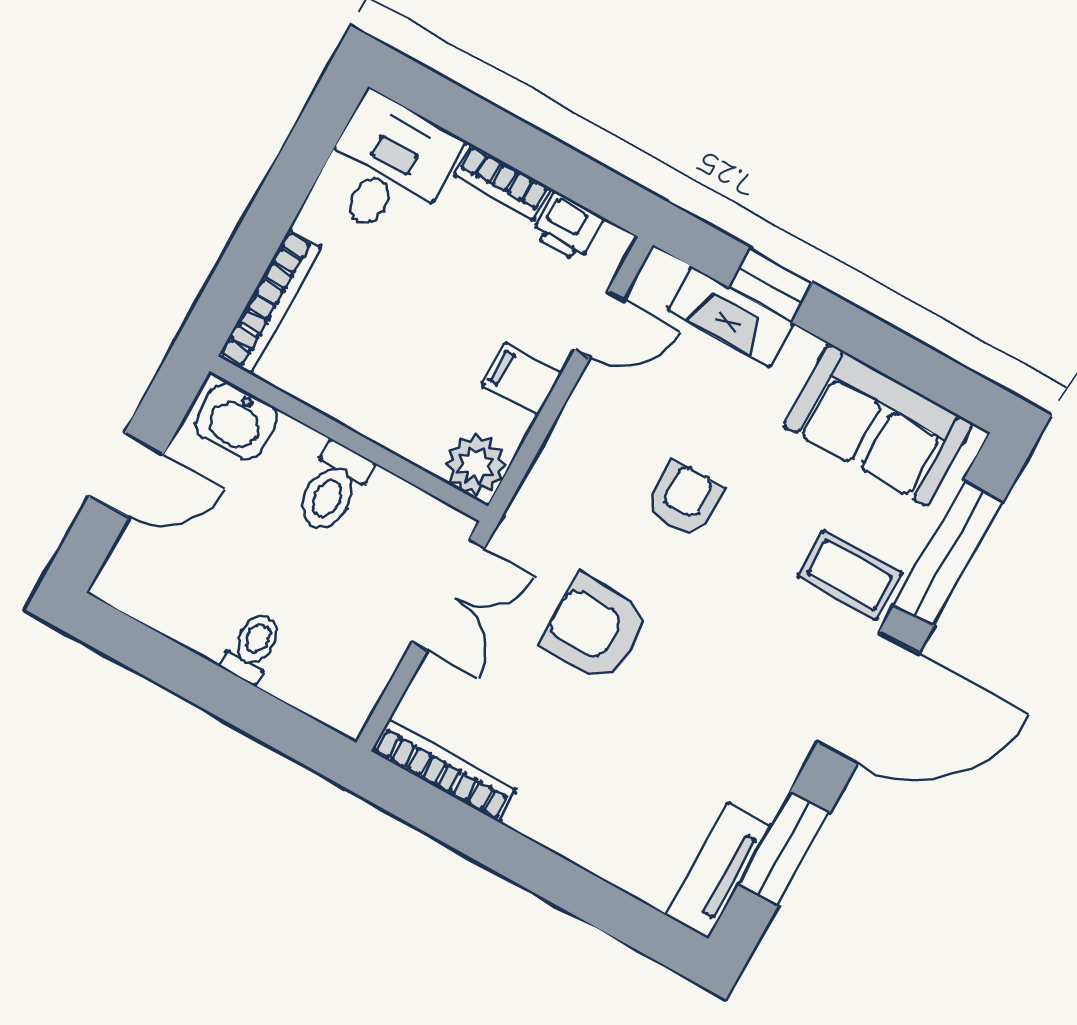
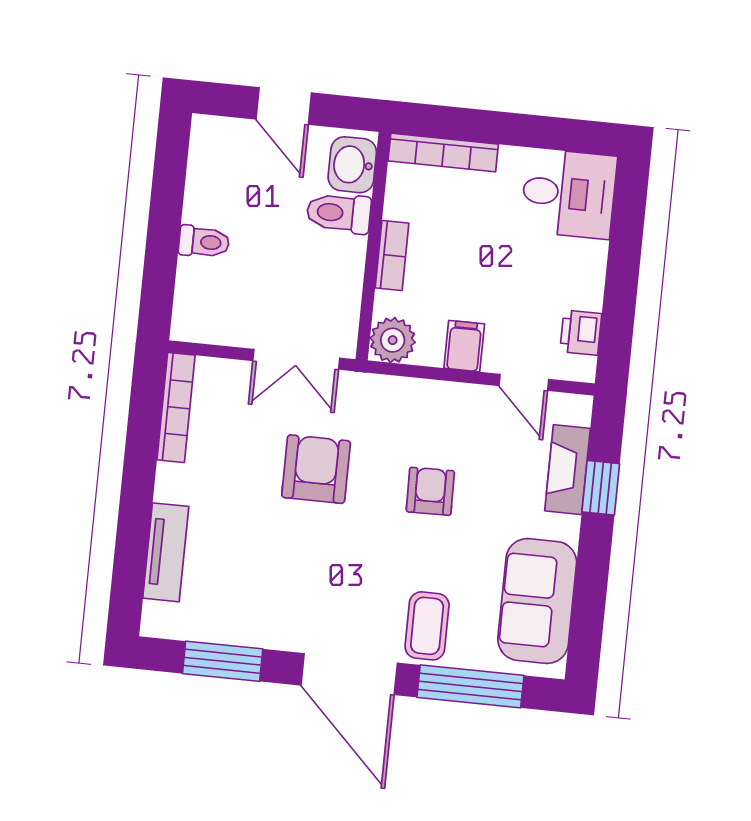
bookcase: (502, 182) -> (392, 255), moved, turned 180
toilet: (333, 488) -> (339, 213), moved
armchair: (684, 499) -> (430, 491), turned -91
tv unit: (718, 870) -> (166, 552), moved, turned 90

